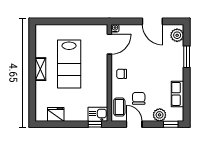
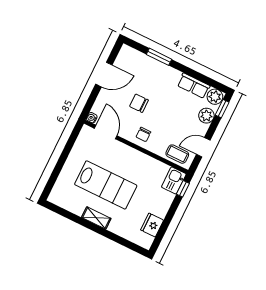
plant: (177, 35) -> (215, 97), moved
chair: (139, 98) -> (139, 103), moved

